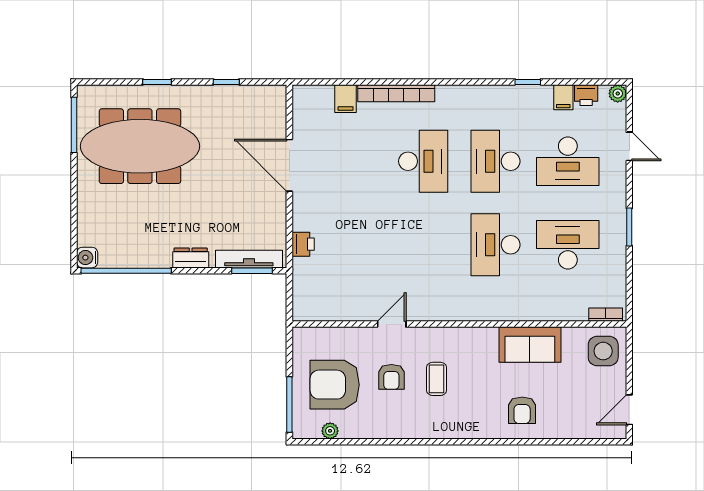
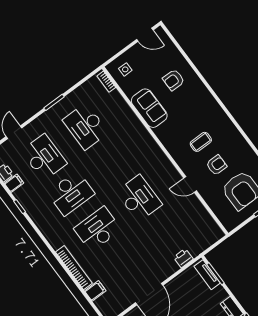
desk: (496, 245) -> (139, 198), moved, turned -90
tv unit: (249, 259) -> (207, 275), width x0.71
side table: (603, 351) -> (125, 69), width x0.54, depth x0.54
armchair: (522, 410) -> (174, 80), moved, turned 180

